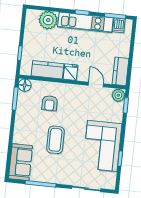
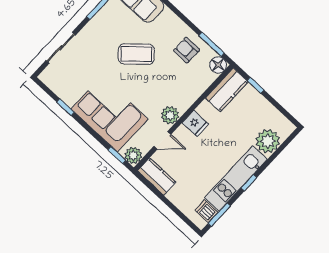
kitchen counter: (47, 70) -> (227, 90), moved
plant: (77, 91) -> (170, 115), added
armchair: (50, 103) -> (186, 50), moved
coffee table: (55, 140) -> (136, 54), turned -42
corner sofa: (102, 146) -> (110, 114), moved

